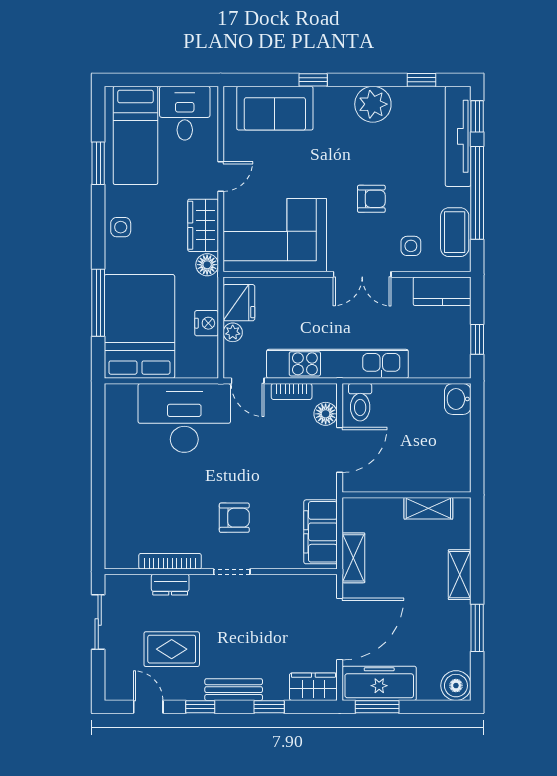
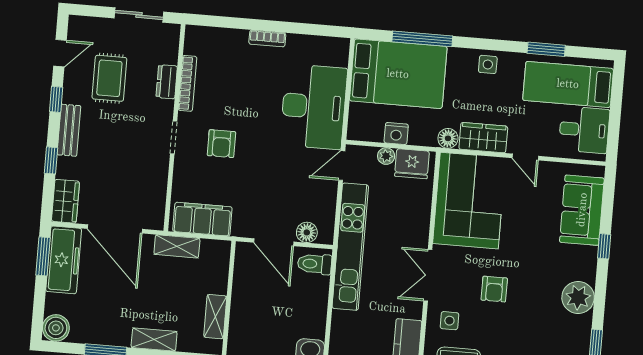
bookcase: (292, 391) -> (267, 39), moved, turned -90

